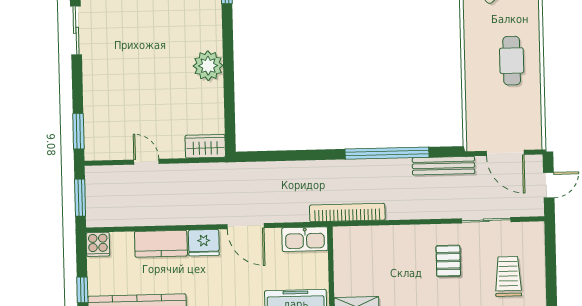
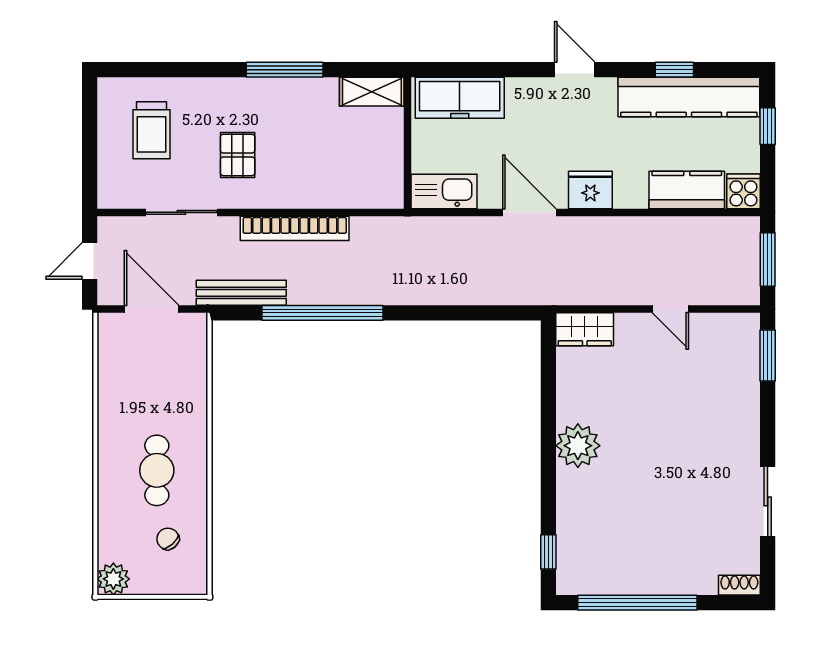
cafe table: (512, 61) -> (157, 470), moved
bookcase: (347, 213) -> (295, 228), moved
kitchen counter: (161, 244) -> (687, 190), moved

